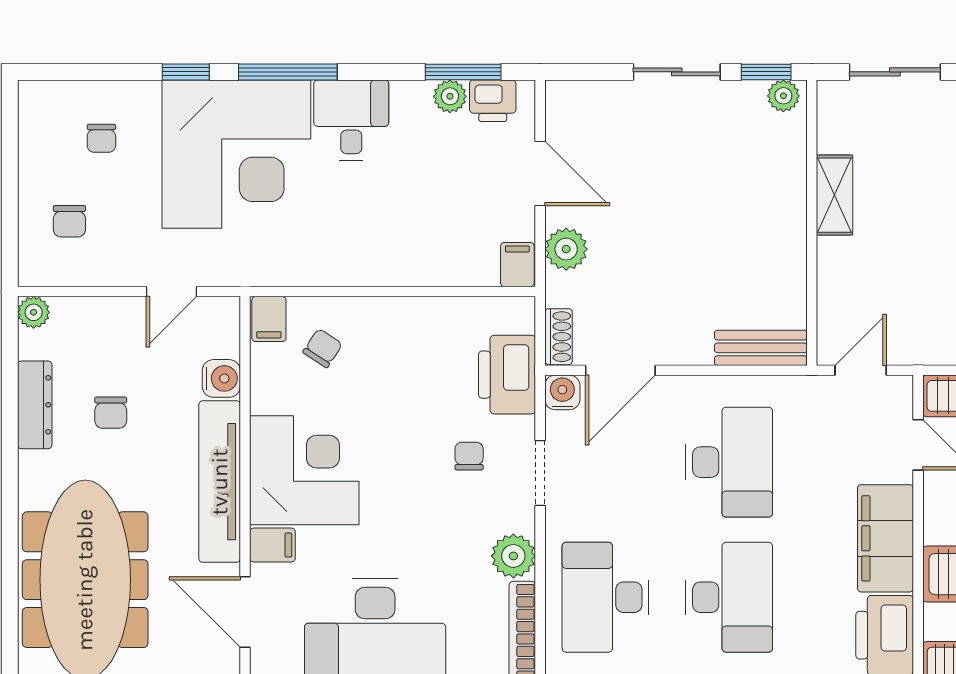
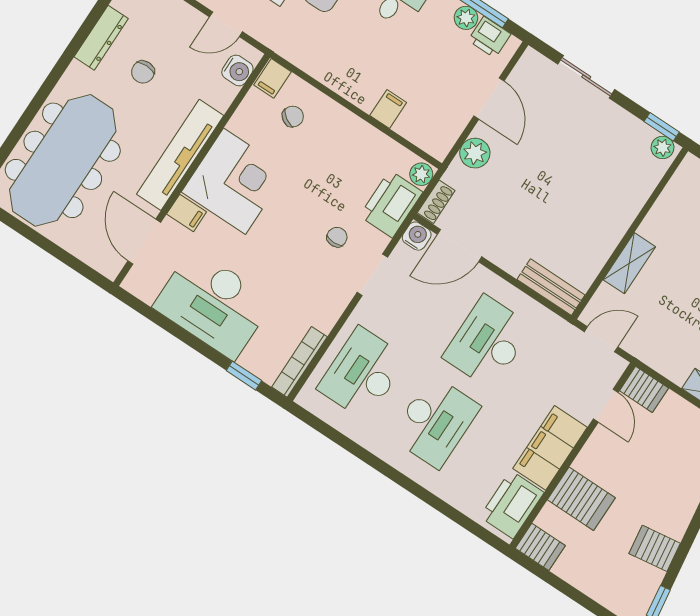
sliding door: (677, 72) -> (586, 77), moved
shelving: (835, 195) -> (629, 263), moved
filing cabinet: (517, 265) -> (388, 109), moved
water cooler: (221, 378) -> (237, 70), moved
desk: (729, 462) -> (488, 342), turned 180
plant: (513, 556) -> (421, 174), moved, width x0.73, depth x0.73

